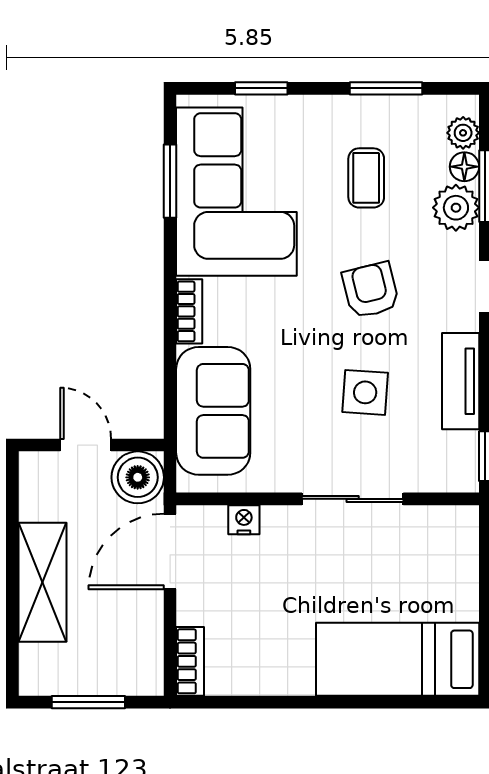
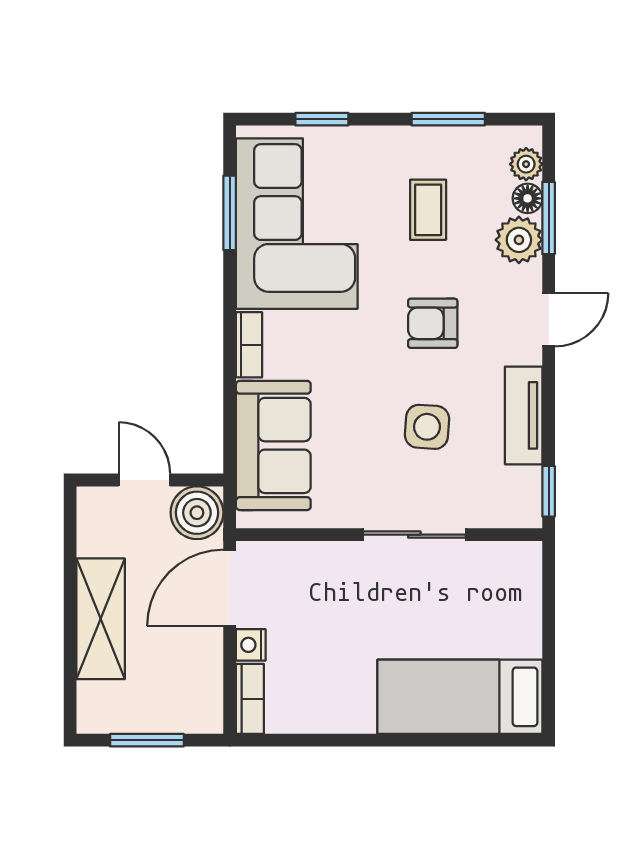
armchair: (371, 290) -> (433, 323), turned -76
nightstand: (244, 520) -> (251, 645), moved, turned -90

